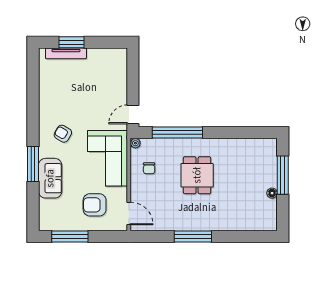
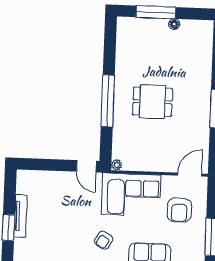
tv unit: (66, 53) -> (21, 216), moved
window: (177, 132) -> (108, 101), moved
chair: (149, 168) -> (143, 152), removed

